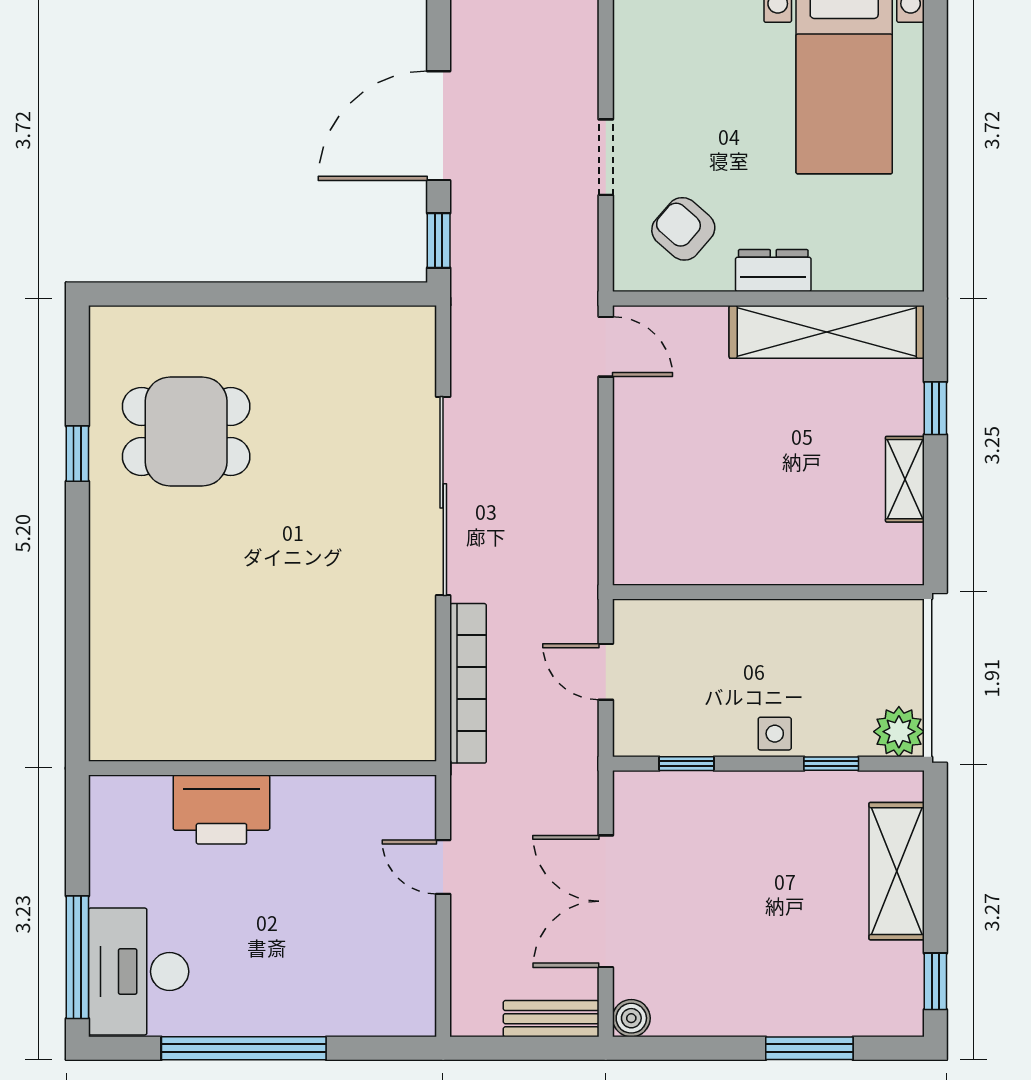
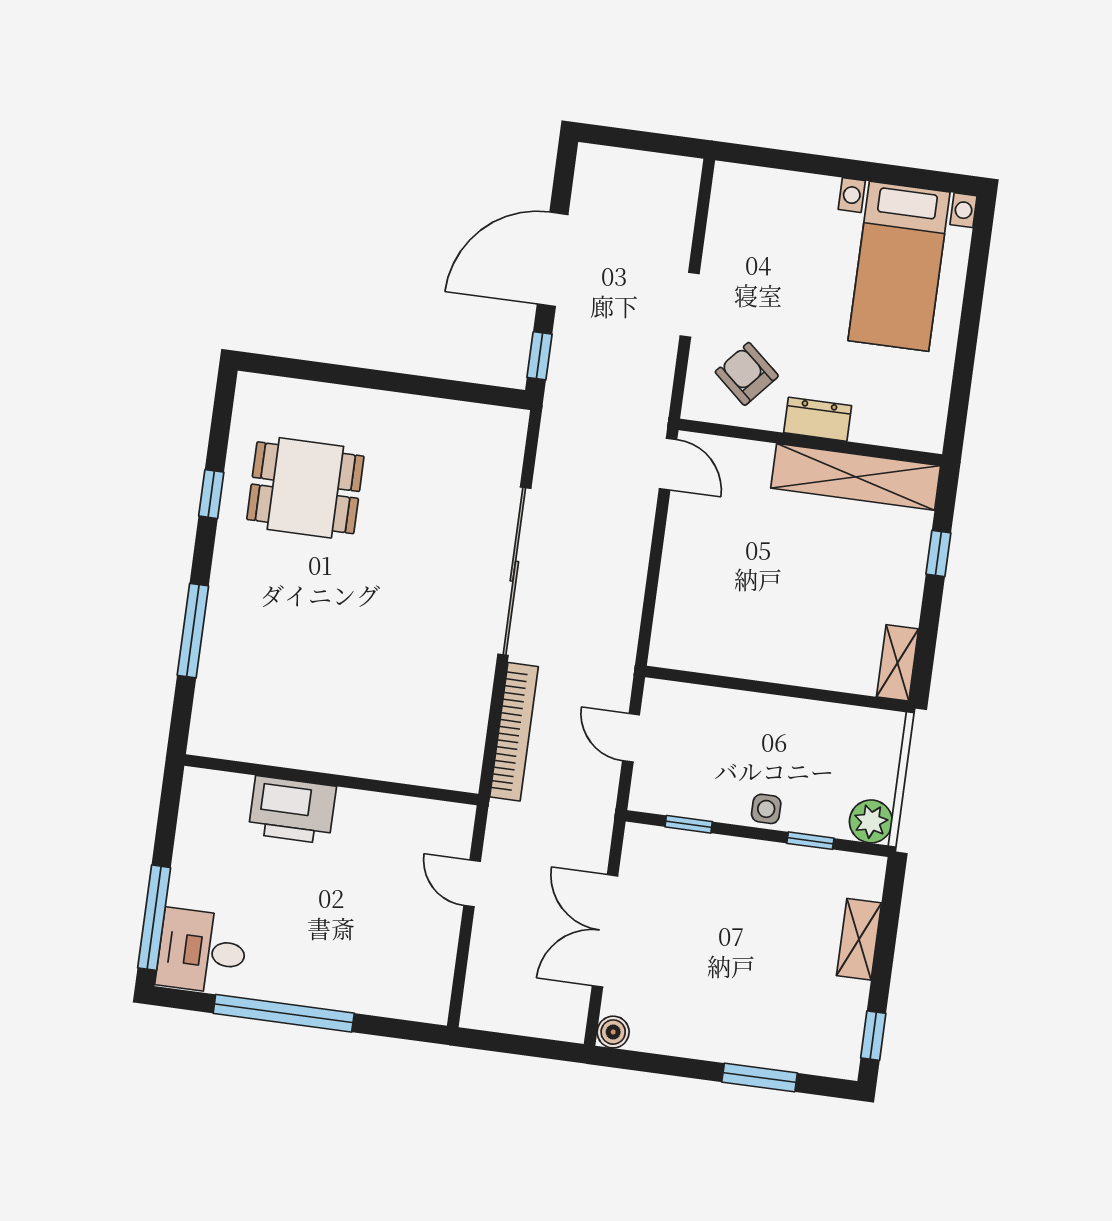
shelving: (905, 479) -> (897, 663), moved
window: (77, 616) -> (193, 631), added
shelving: (897, 871) -> (859, 939), width x0.67, depth x0.75
desk: (139, 972) -> (202, 951), width x0.73
bench: (551, 1019) -> (546, 1023), removed

